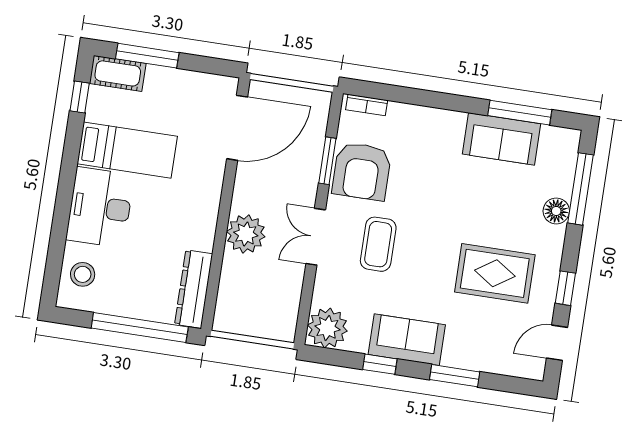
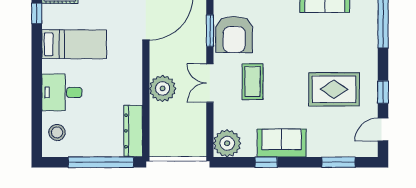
desk: (100, 207) -> (62, 92), width x0.73
floor lamp: (556, 211) -> (369, 41), removed
window: (455, 376) -> (339, 162), moved

